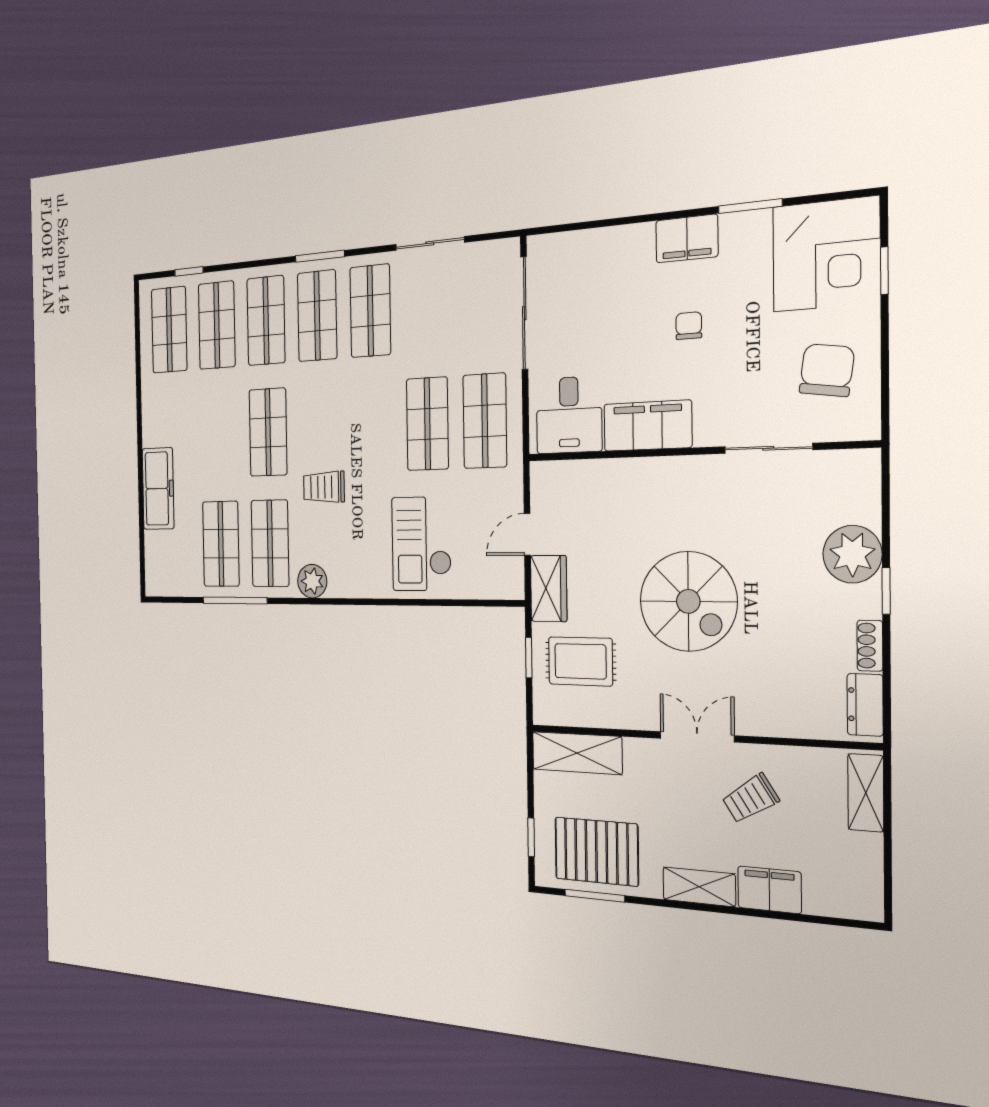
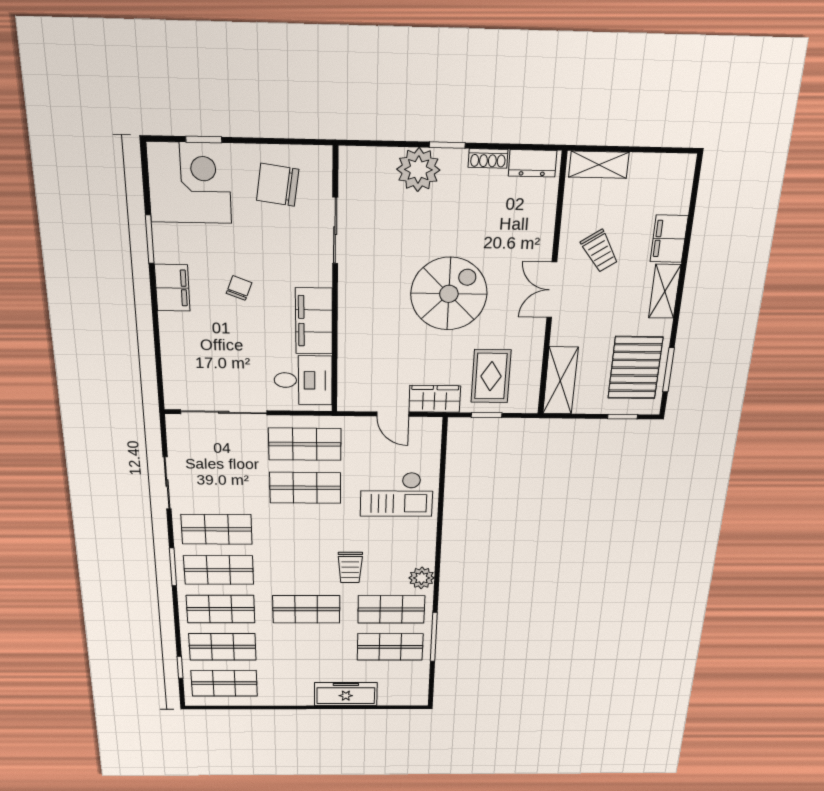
chair: (689, 326) -> (239, 288), turned 111

